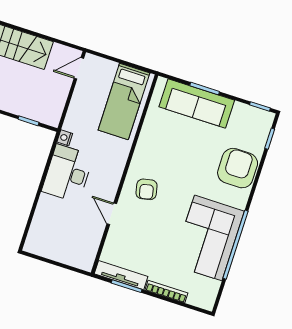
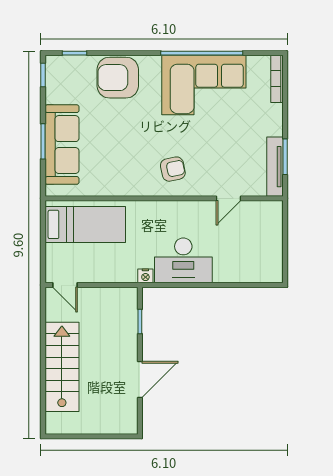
door: (112, 214) -> (228, 198), moved
bookcase: (166, 292) -> (277, 79), moved

